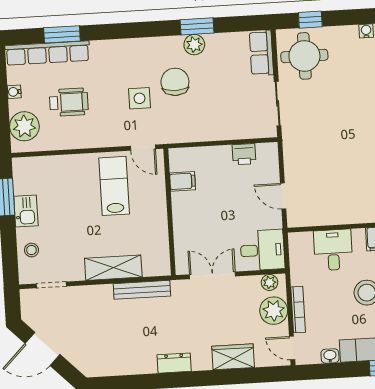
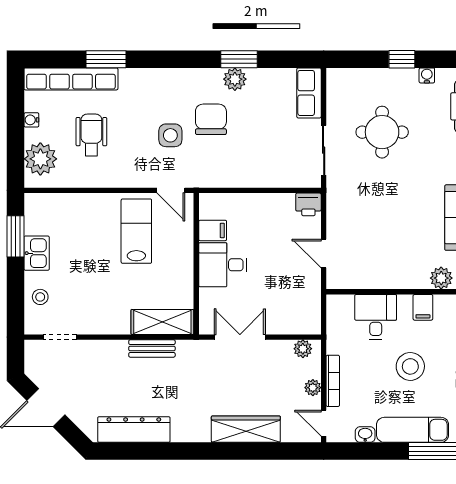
window: (310, 20) -> (402, 59), moved
window: (62, 34) -> (106, 59), moved
round table: (304, 56) -> (382, 132), moved
wheelchair: (69, 102) -> (91, 135), turned -90
printer: (244, 154) -> (308, 204), moved
desk: (262, 250) -> (223, 265), moved, turned 180
shelving: (113, 268) -> (162, 322), moved
bench: (142, 290) -> (152, 348), width x0.73
plant: (274, 311) -> (313, 388), width x0.53, depth x0.53
wardrobe: (233, 357) -> (246, 429), width x1.50
dresser: (174, 363) -> (134, 430), moved, width x1.96, depth x1.24

